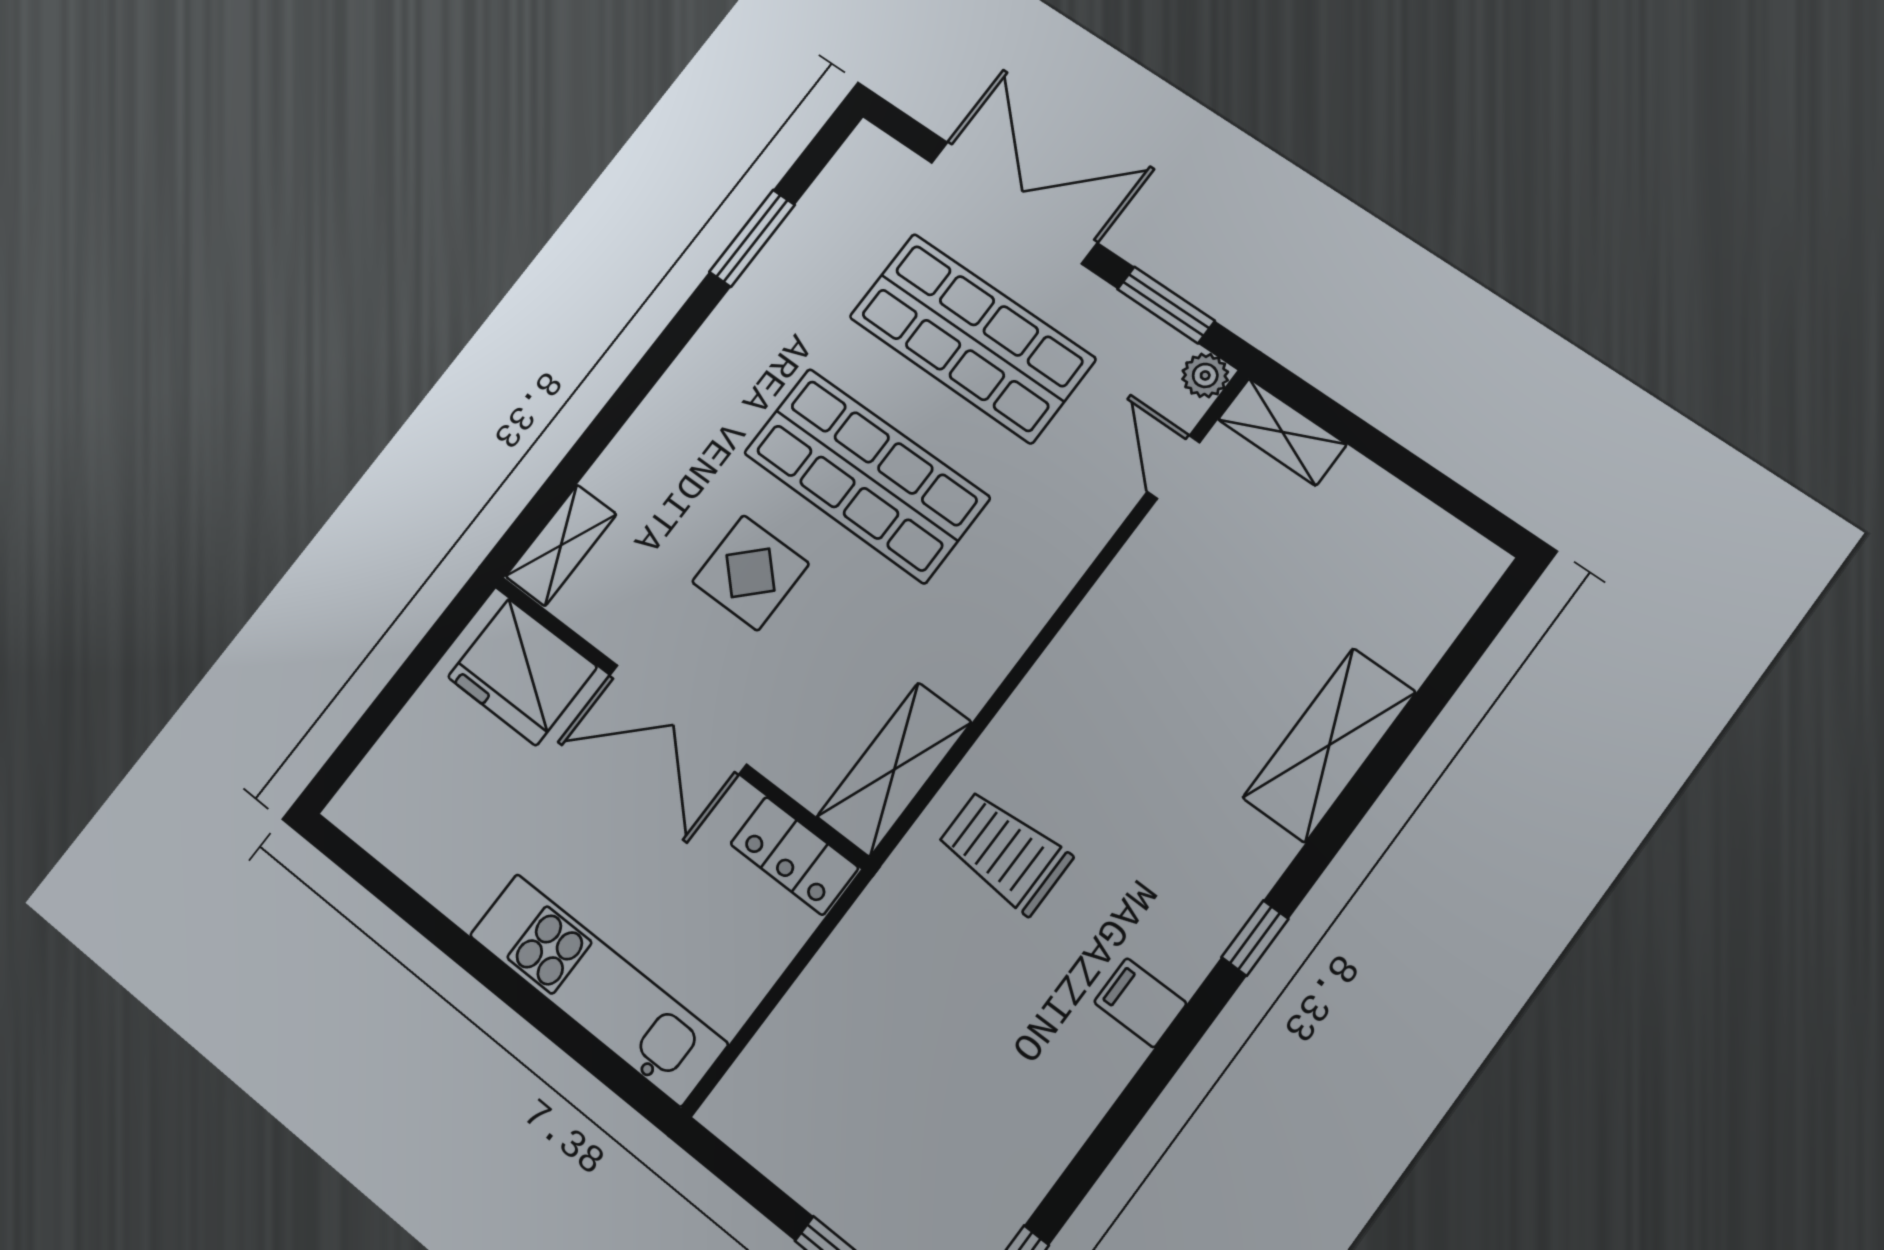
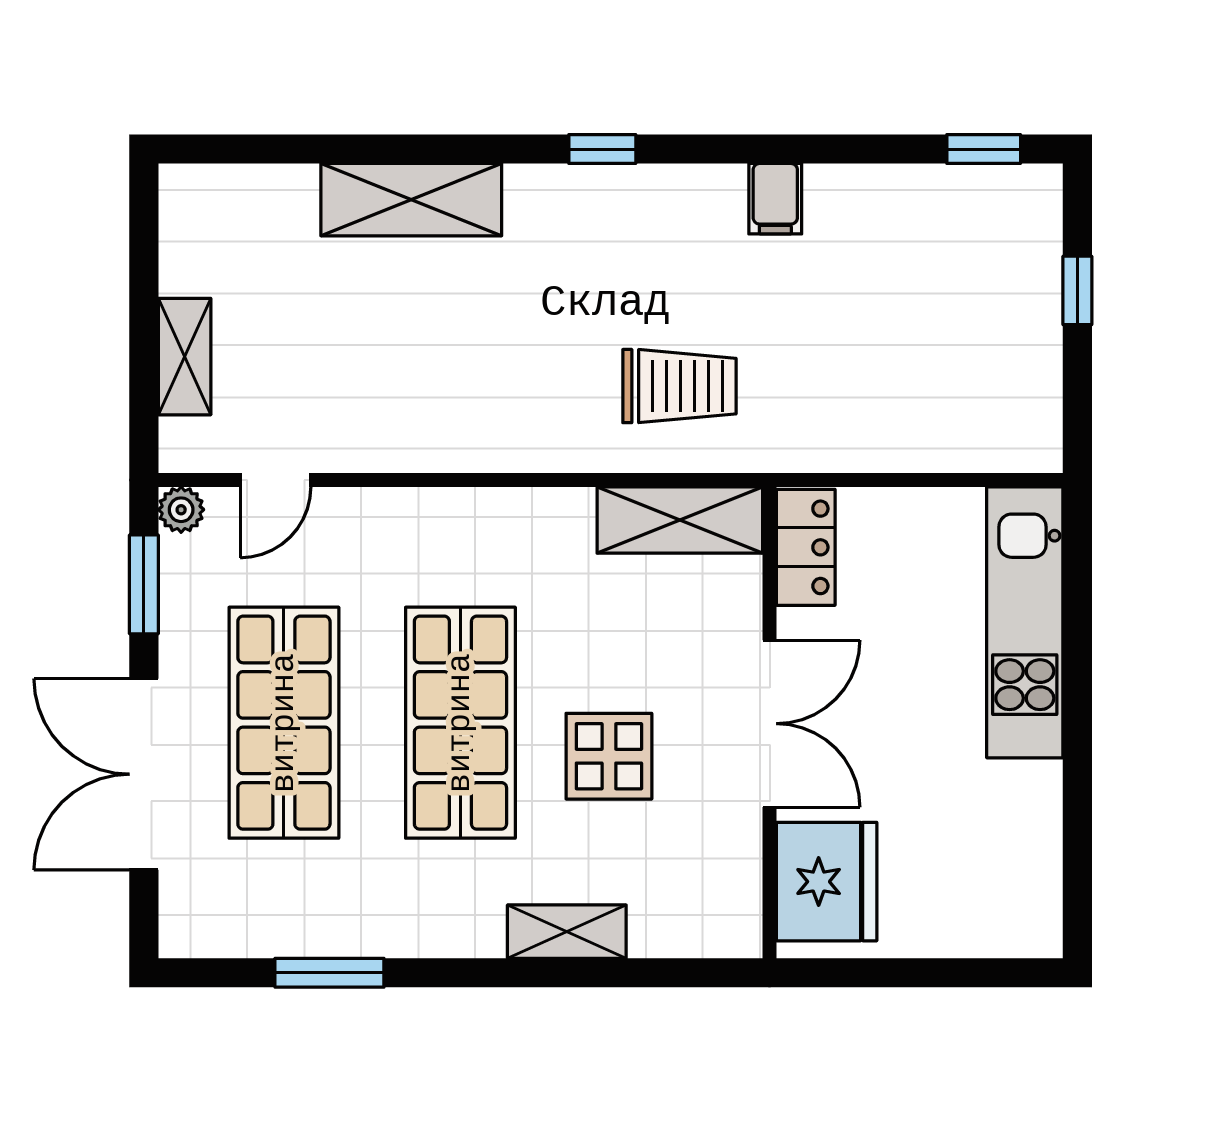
shelving: (1282, 432) -> (185, 357), moved
shelving: (561, 545) -> (567, 932), moved
trolley: (1004, 852) -> (679, 386), turned -90
filing cabinet: (1140, 1003) -> (775, 199), moved

